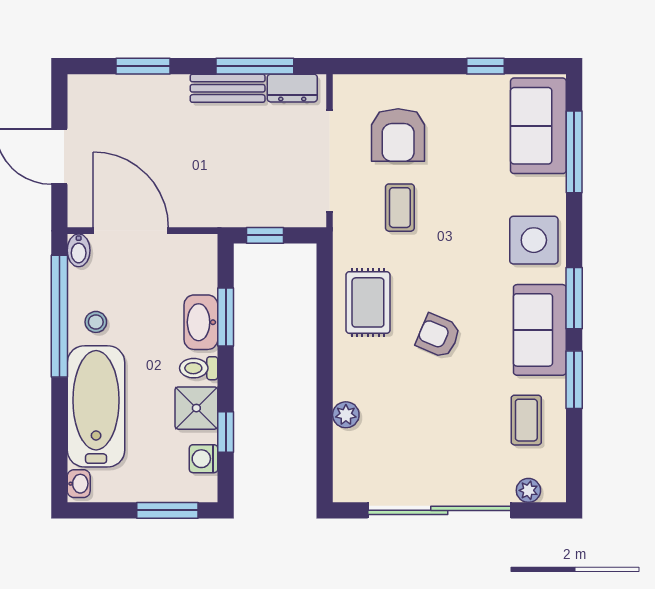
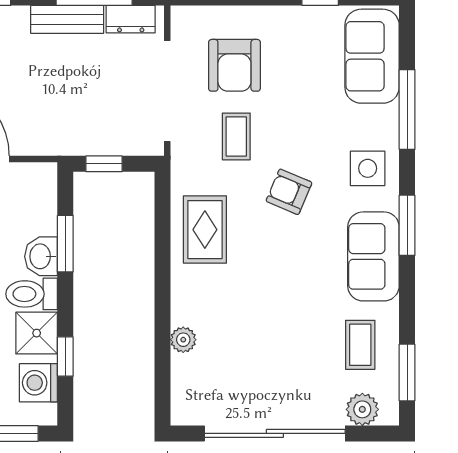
window: (574, 152) -> (407, 110), moved
side table: (534, 240) -> (368, 168), width x0.73, depth x0.73
washbasin: (201, 322) -> (41, 256), width x0.72
armchair: (438, 336) -> (289, 192), moved
toilet: (199, 368) -> (32, 294), width x1.37, depth x1.39
window: (574, 380) -> (407, 372), moved
washing machine: (204, 459) -> (38, 383), width x1.38, depth x1.38
plant: (528, 490) -> (362, 409), width x1.38, depth x1.38

